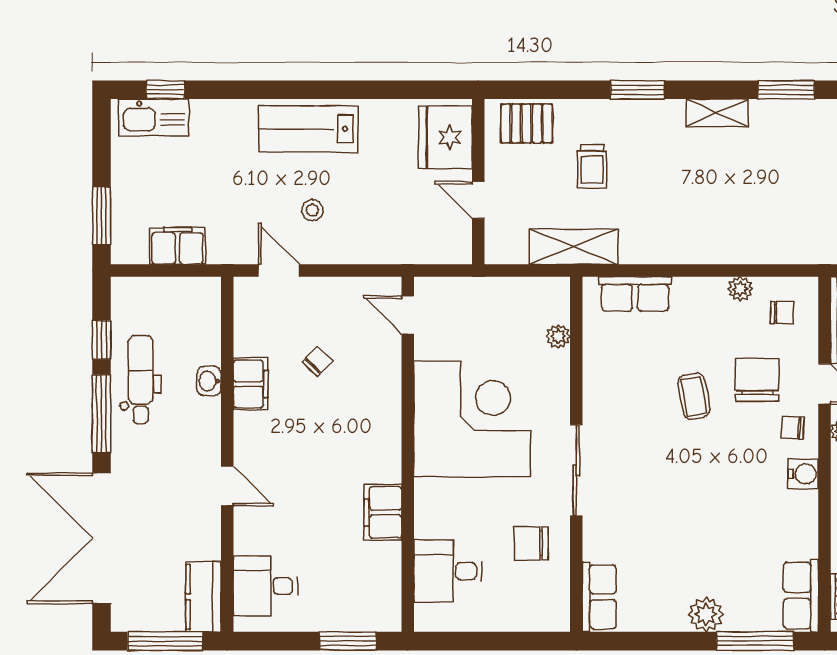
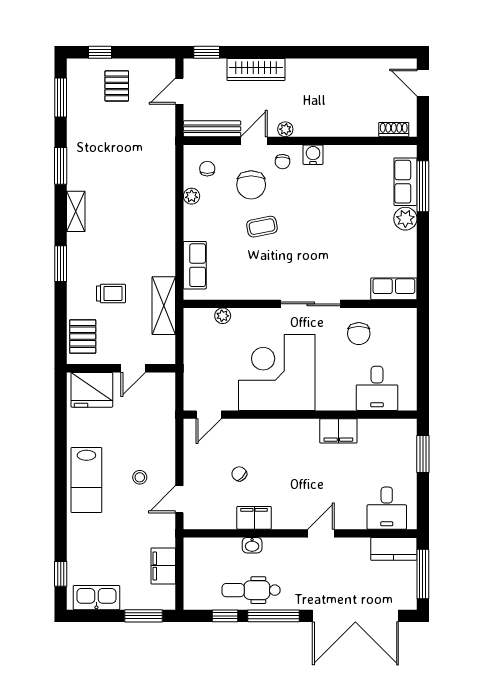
kitchen sink: (153, 117) -> (96, 598), moved, turned -90
chair: (757, 380) -> (251, 185), turned -90
row of seats: (801, 596) -> (405, 182), moved, turned 90

